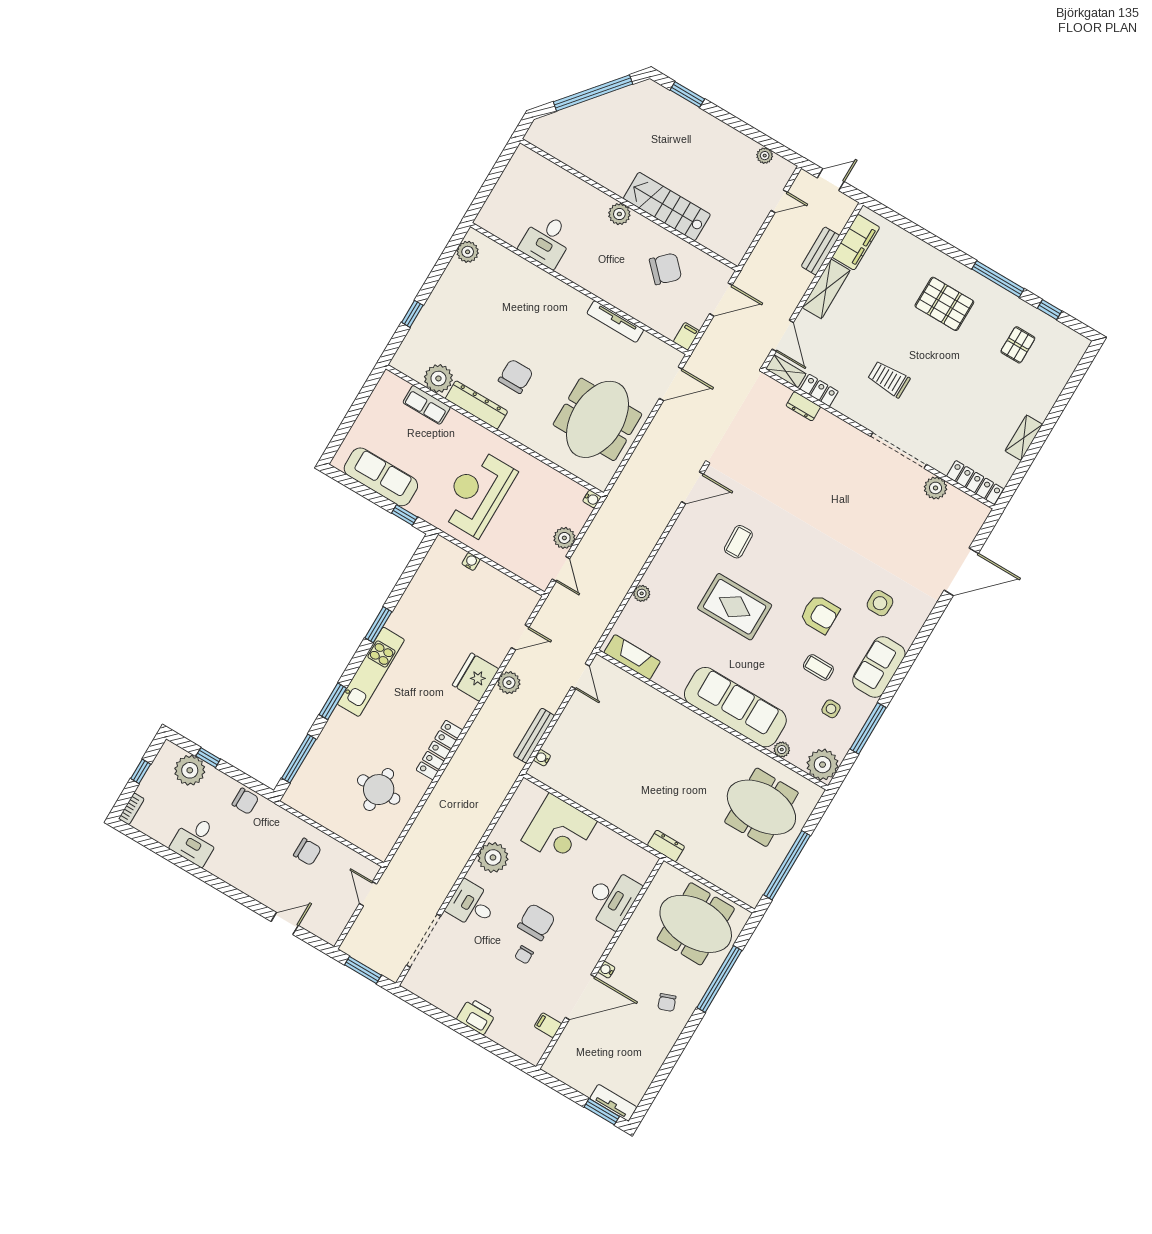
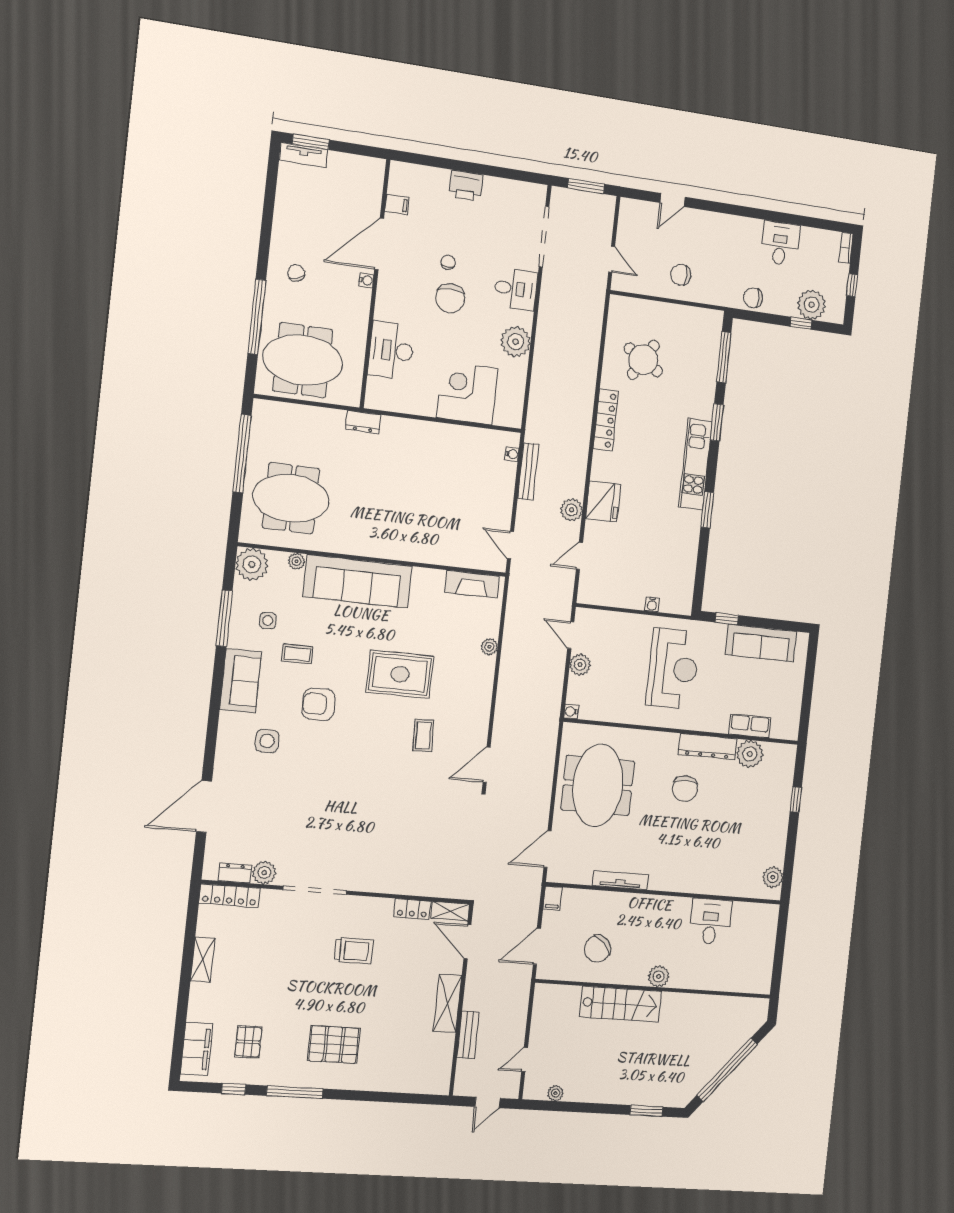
filing cabinet: (856, 242) -> (197, 1049), moved, turned 180
dresser: (803, 406) -> (235, 873), moved
round table: (379, 790) -> (643, 360), turned 31

